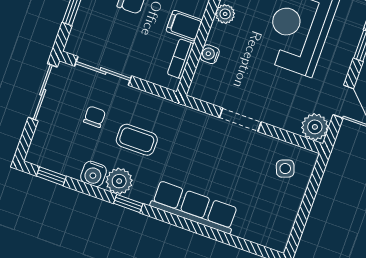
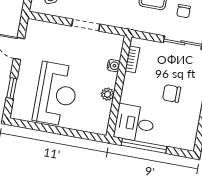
filing cabinet: (184, 26) -> (134, 82), removed
plant: (315, 127) -> (35, 29), removed

